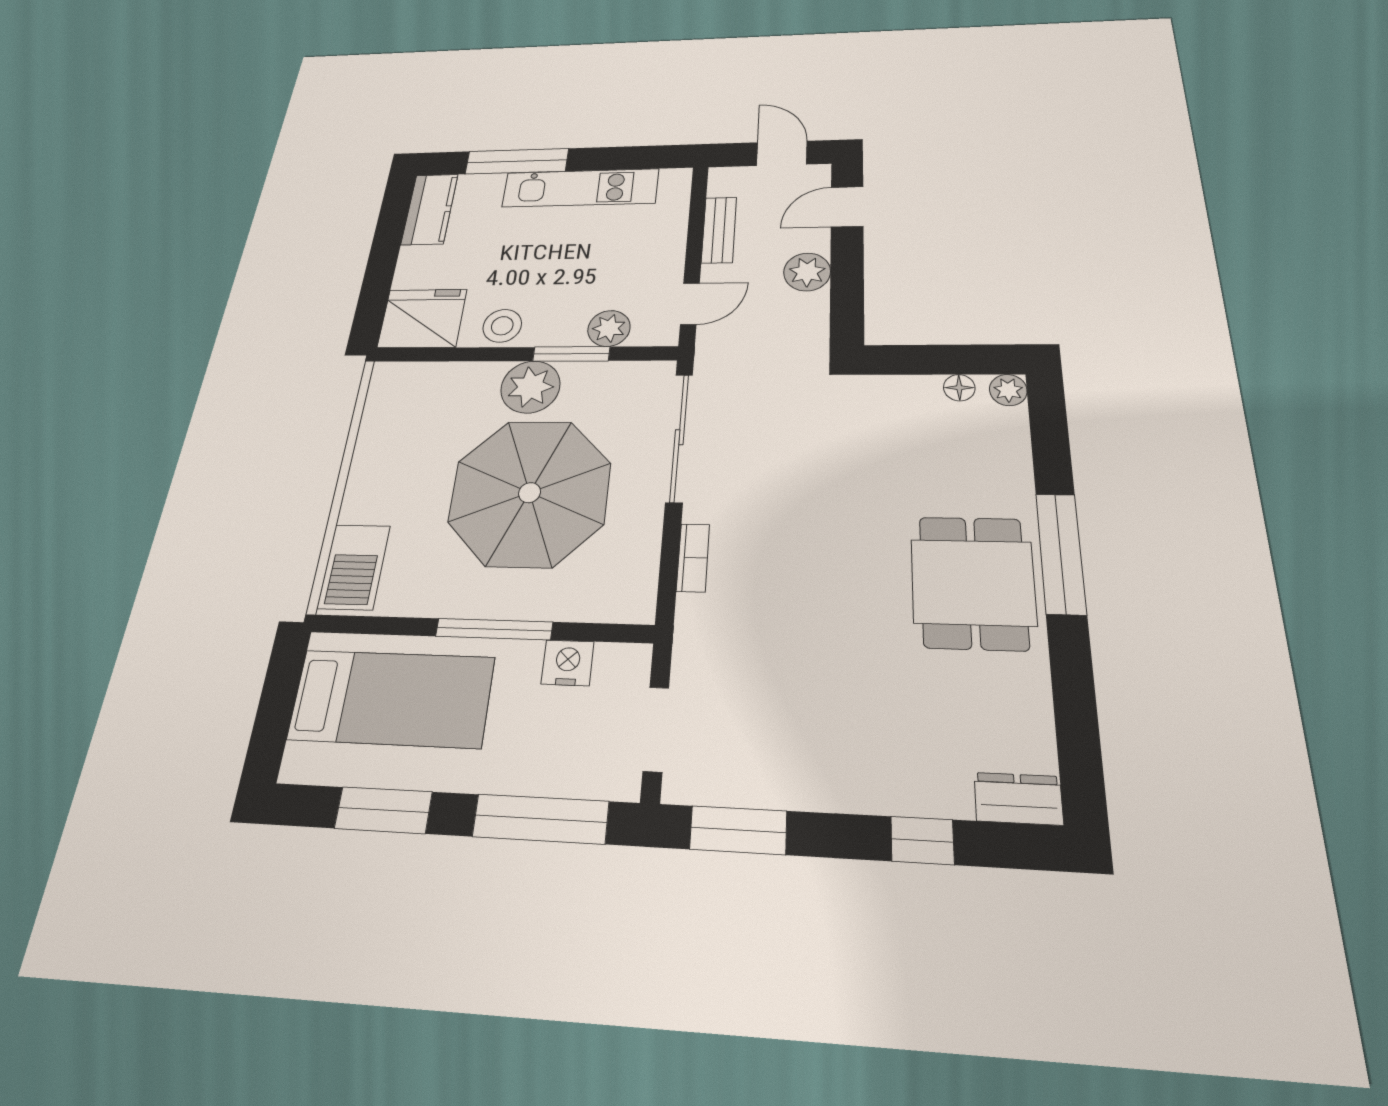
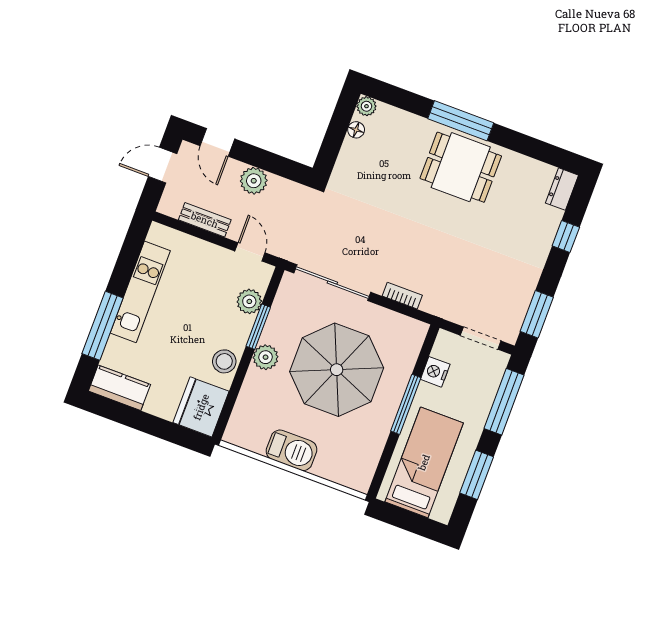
plant: (530, 387) -> (266, 357), width x0.73, depth x0.73
barbecue: (354, 567) -> (292, 450), moved

